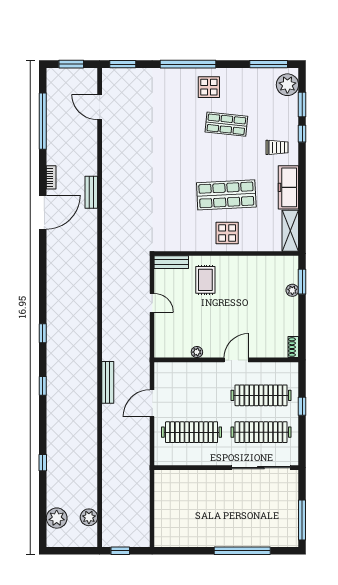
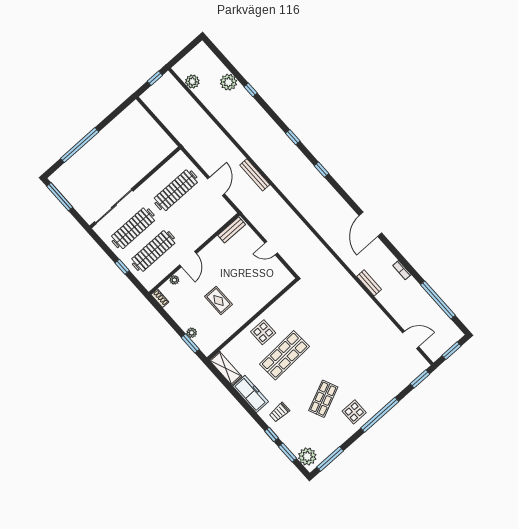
shop shelf: (226, 124) -> (323, 399), turned -30
door: (43, 212) -> (370, 224), moved
bench: (171, 262) -> (232, 230), moved
rug: (205, 280) -> (219, 300), moved
plant: (197, 352) -> (174, 280), moved
plant: (57, 518) -> (229, 82), moved

